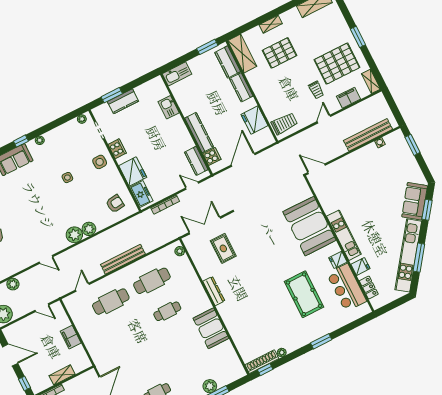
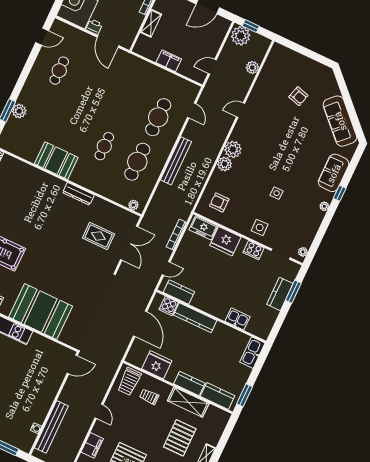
shelving: (242, 54) -> (188, 402), moved
trolley: (316, 90) -> (149, 397), moved
armchair: (115, 204) -> (219, 202), turned 97

